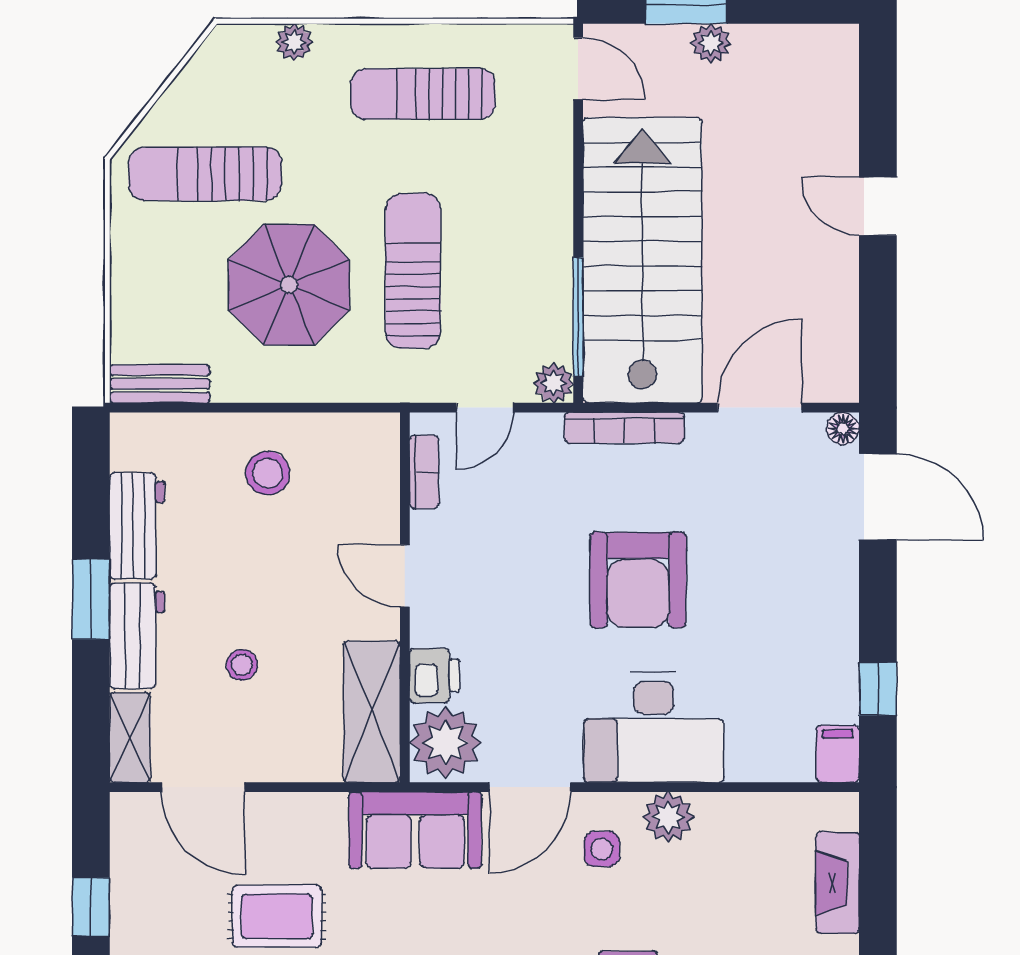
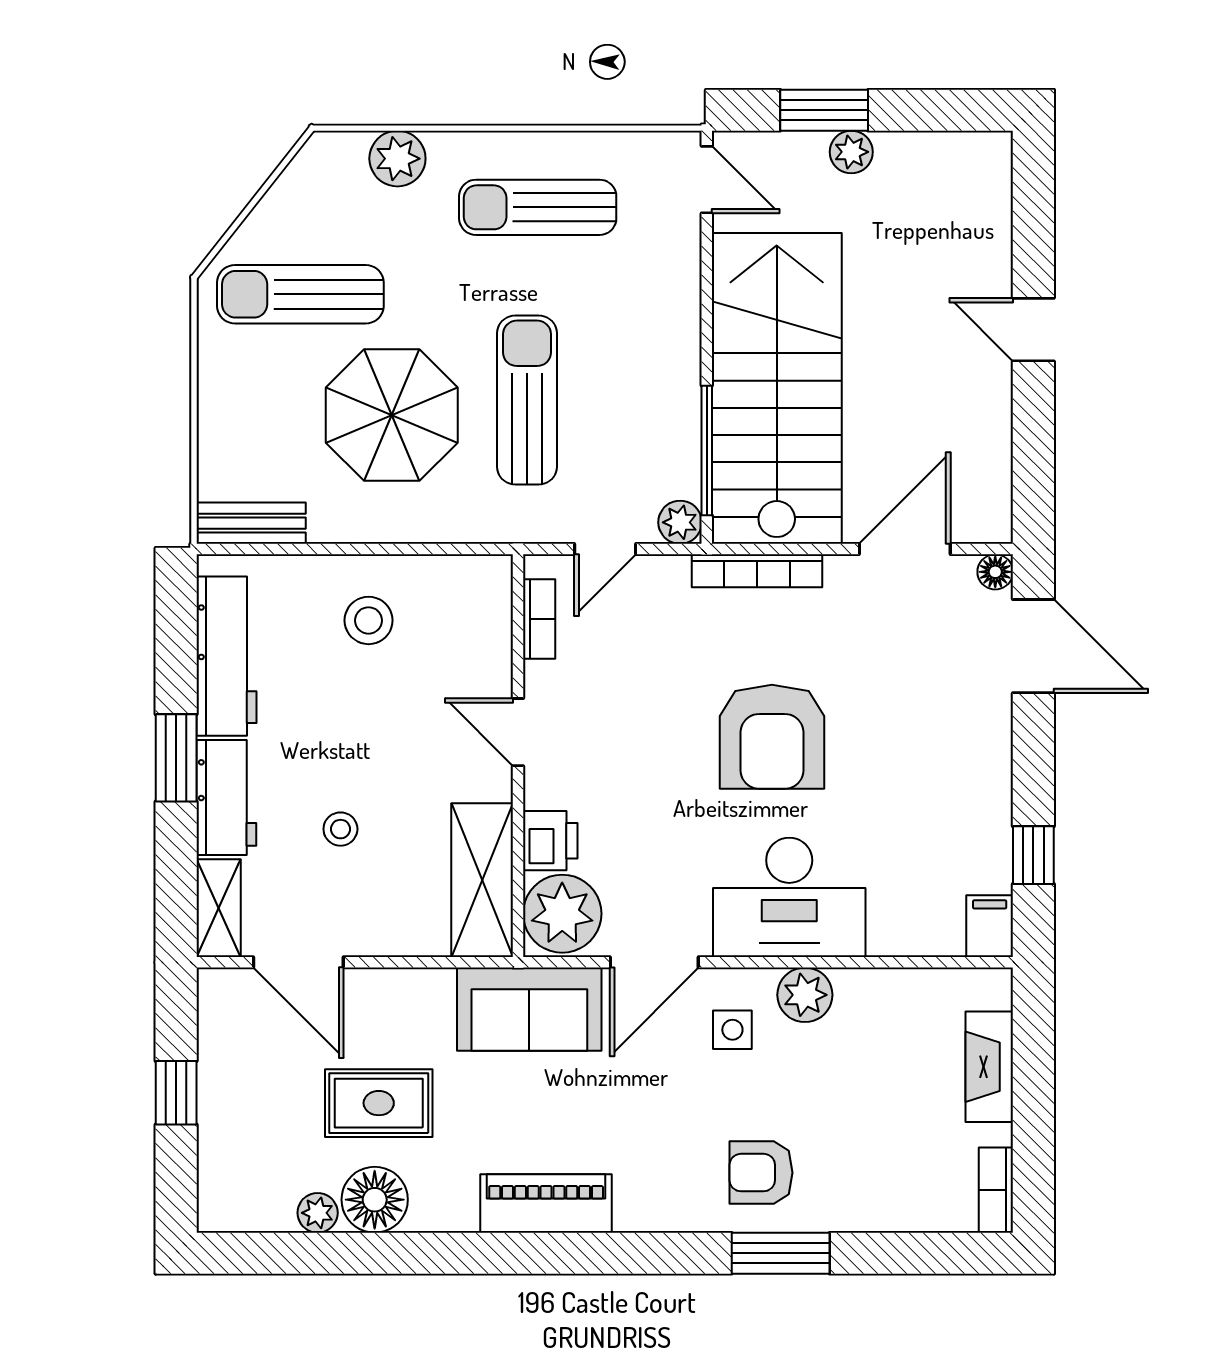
plant: (294, 42) -> (397, 159), width x1.38, depth x1.38
workbench: (137, 526) -> (226, 656), width x1.38

